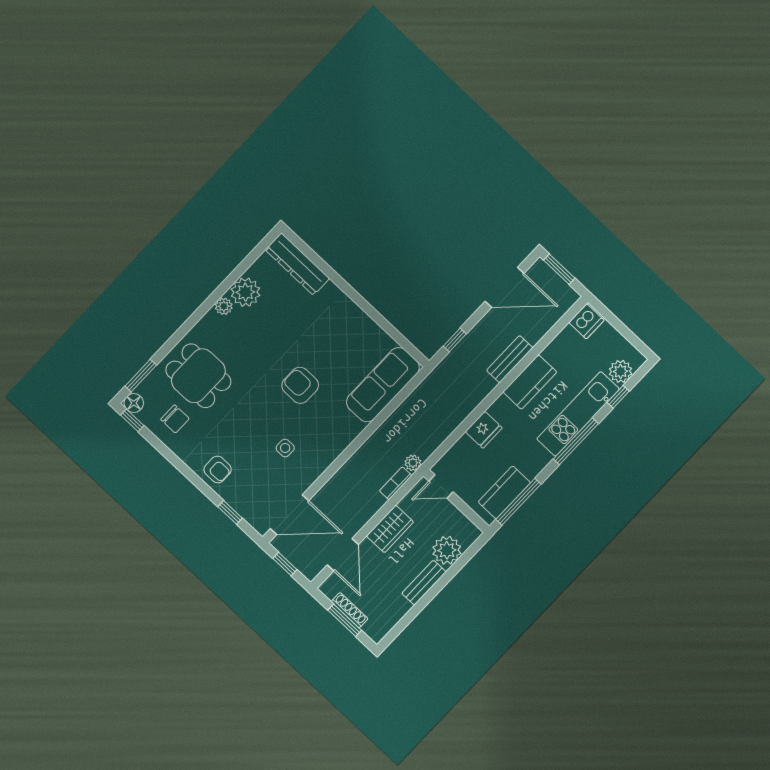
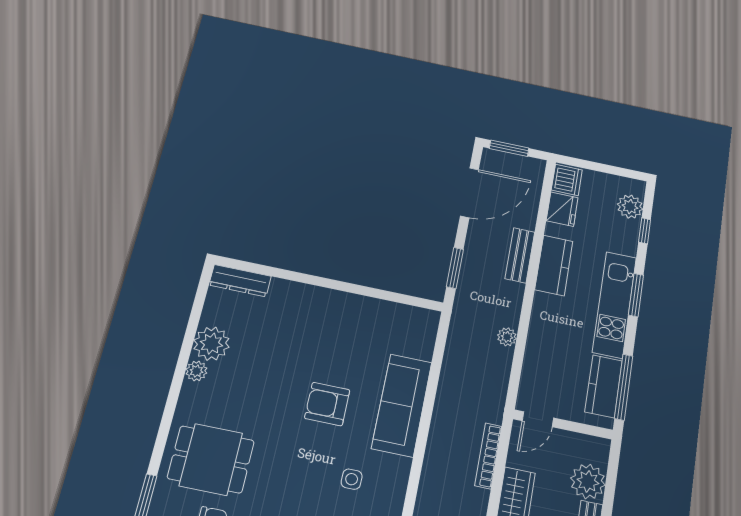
dresser: (297, 264) -> (240, 281), width x0.73, depth x0.80
window: (455, 340) -> (455, 268), width x1.50
sofa: (383, 385) -> (402, 405), moved
kitchen unit: (578, 414) -> (614, 305), moved
fridge: (484, 430) -> (562, 209), moved
window: (576, 441) -> (636, 295), width x0.69
plant: (413, 463) -> (507, 337), moved
bookcase: (396, 483) -> (488, 456), width x1.56

